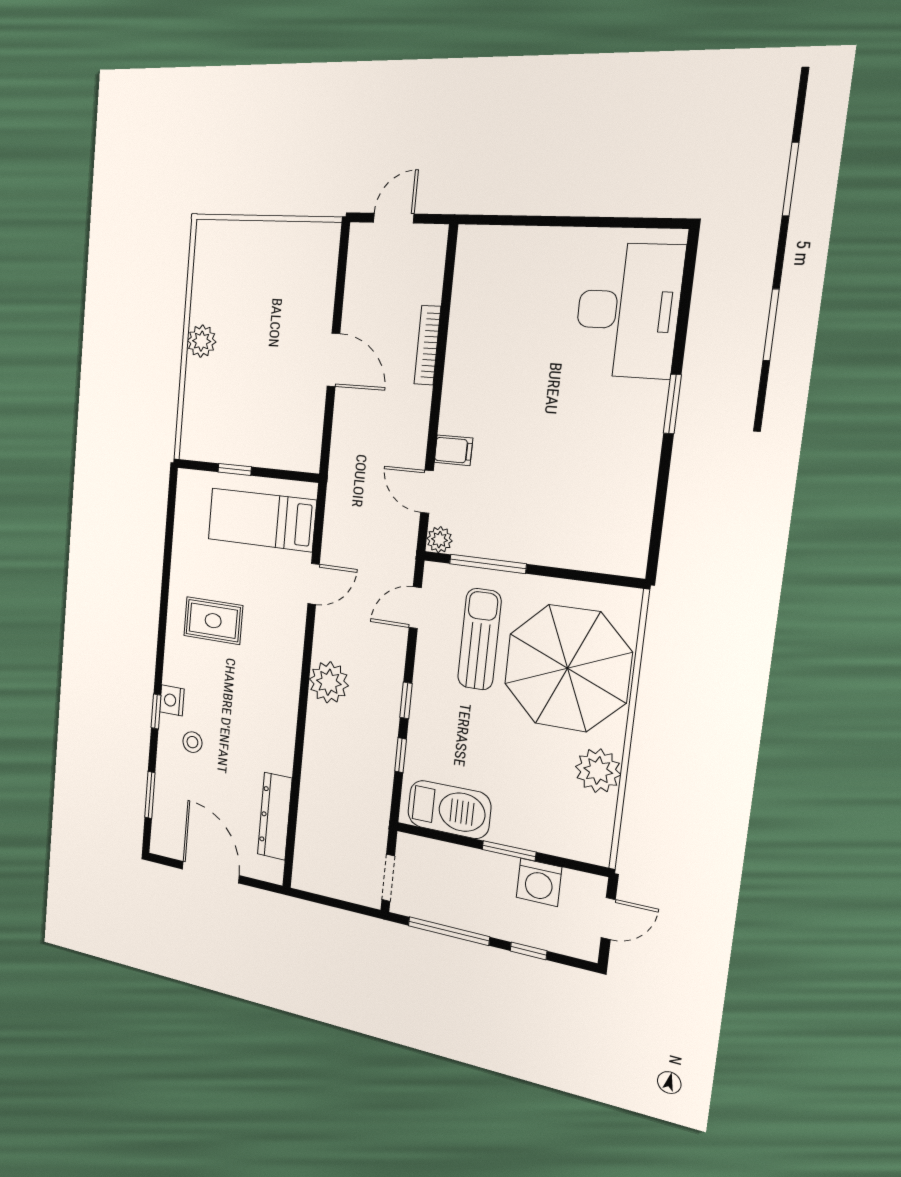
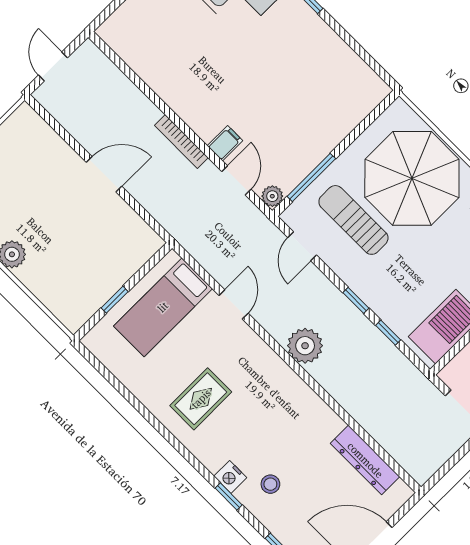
bookcase: (427, 345) -> (181, 141), moved
door: (427, 492) -> (236, 180), swing flipped

